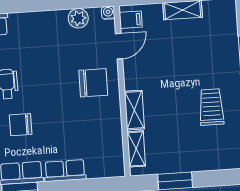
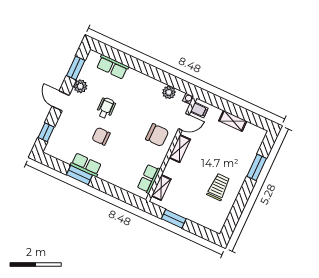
shelving: (134, 110) -> (180, 149), moved
row of seats: (65, 171) -> (149, 179), moved, turned -90

